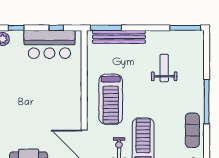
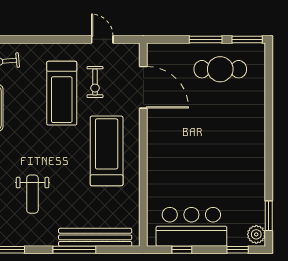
window: (106, 28) -> (74, 250), moved

